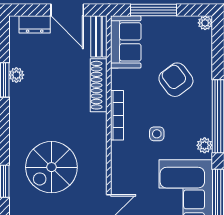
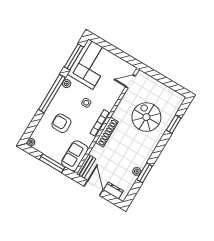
armchair: (176, 80) -> (61, 123), turned 127
shoe rack: (99, 85) -> (107, 132), moved
spiral stairs: (51, 167) -> (146, 117), turned -90

